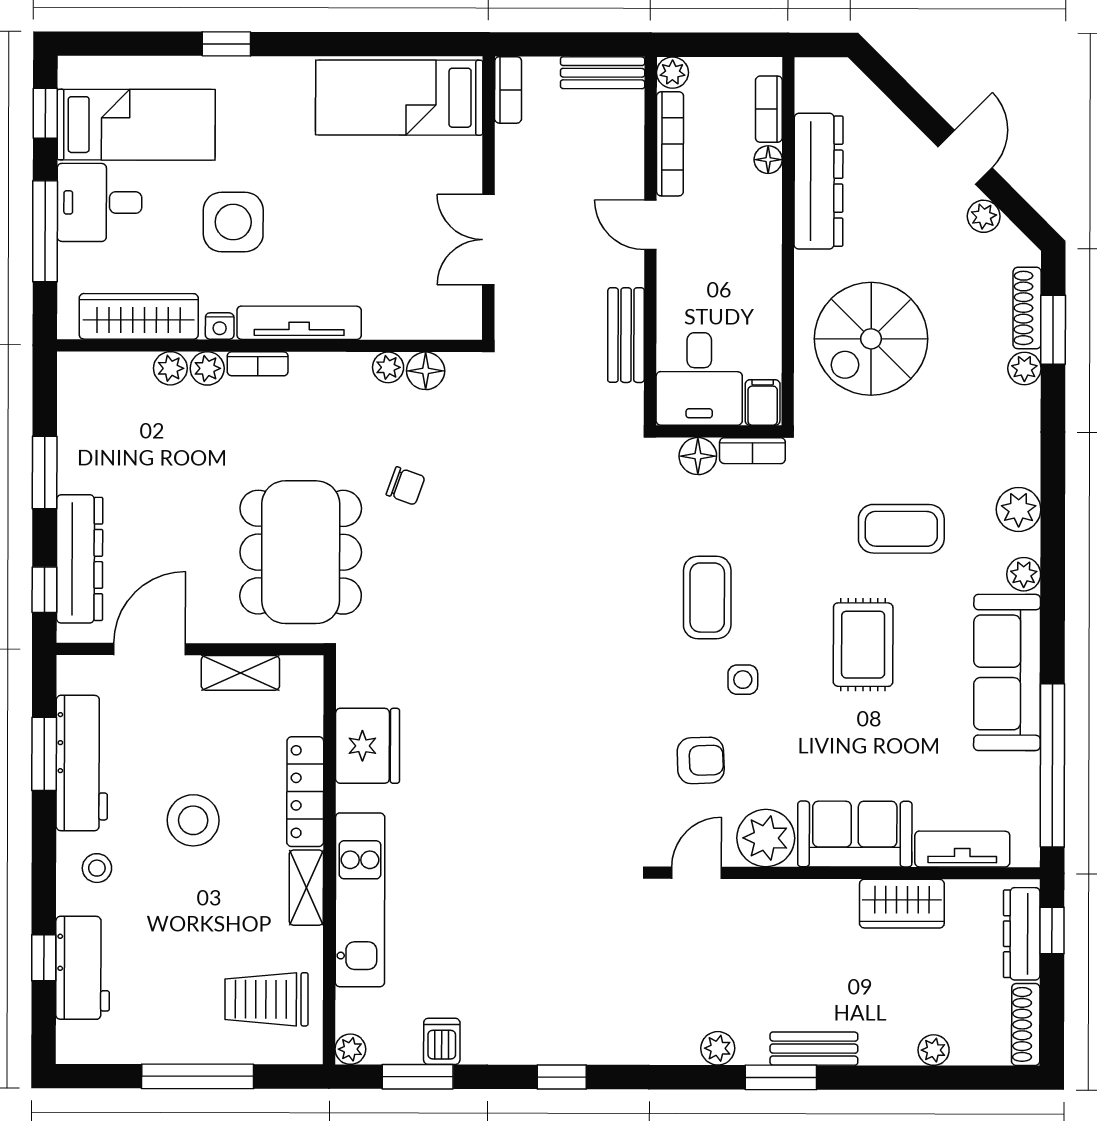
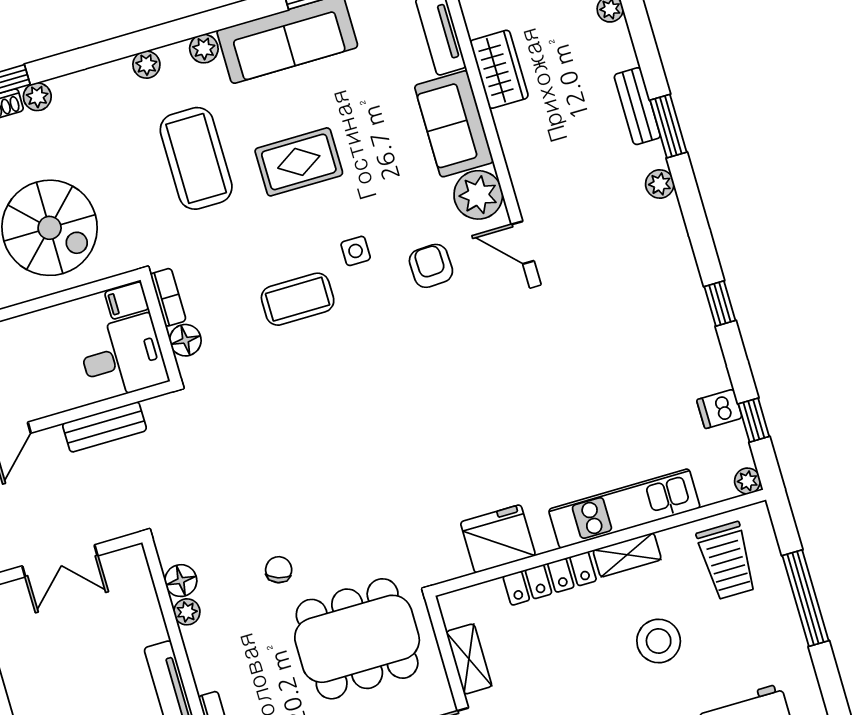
plant: (1019, 509) -> (146, 65), width x0.73, depth x0.73
coffee table: (901, 529) -> (196, 158), width x1.36, depth x1.32
stool: (193, 820) -> (659, 641), moved
window: (418, 1077) -> (754, 420), width x0.67

